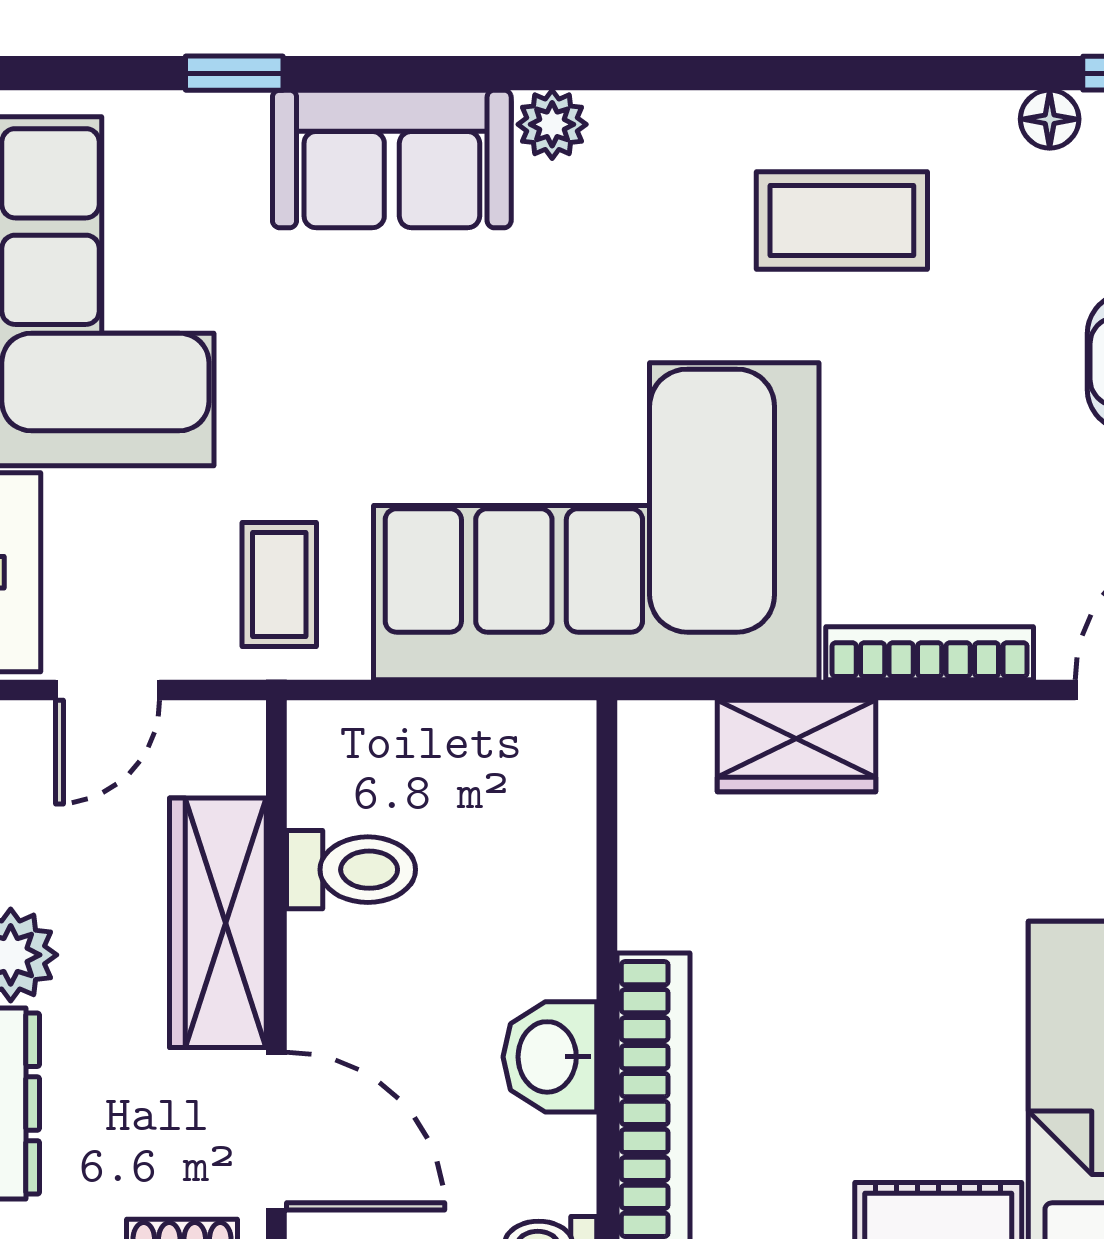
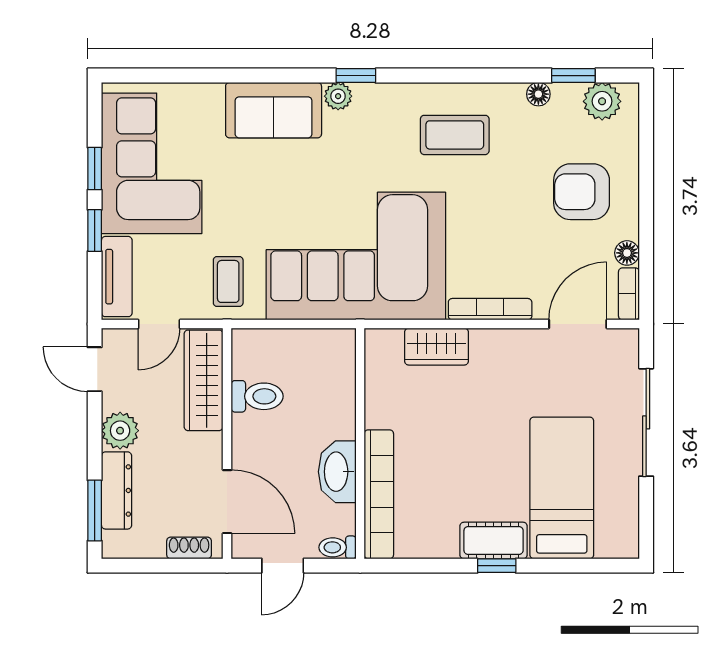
window: (234, 73) -> (356, 76), moved
wardrobe: (218, 923) -> (204, 380), moved
washbasin: (550, 1057) -> (337, 472), width x1.38

